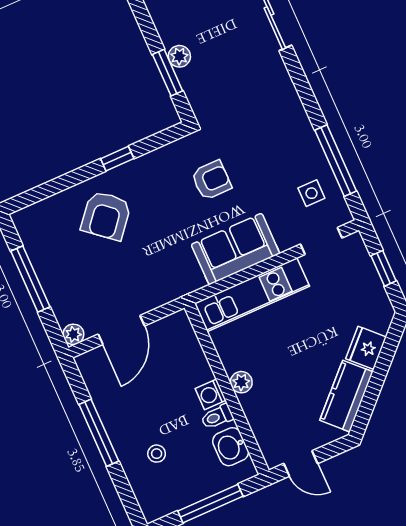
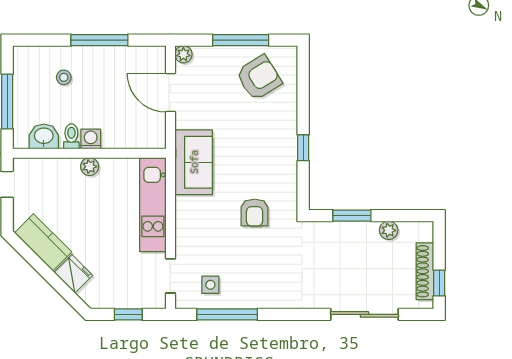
plant: (179, 56) -> (389, 230), moved
armchair: (106, 216) -> (259, 78), moved, turned 108
sofa: (235, 249) -> (194, 162), moved

